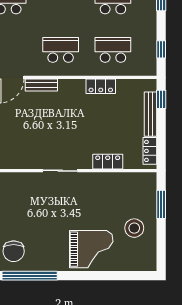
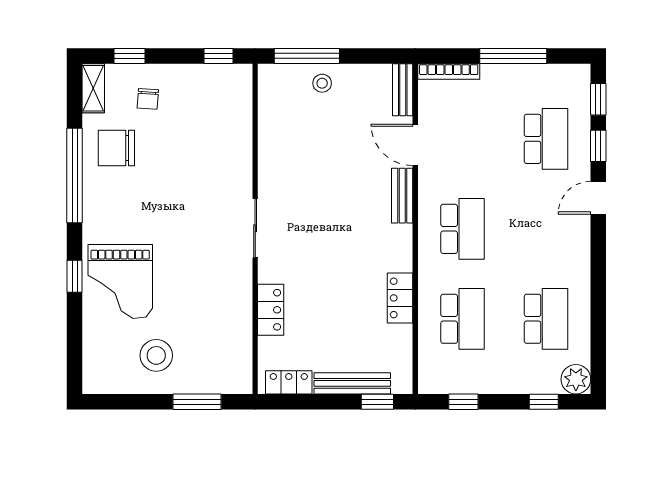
window: (88, 276) -> (75, 276), added

